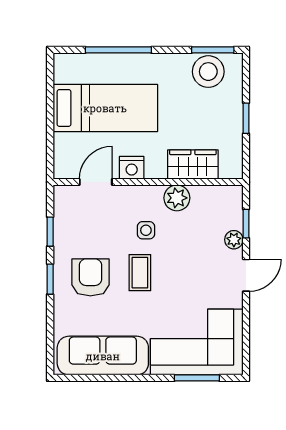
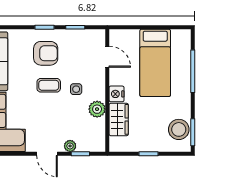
nightstand: (132, 168) -> (117, 94), moved

